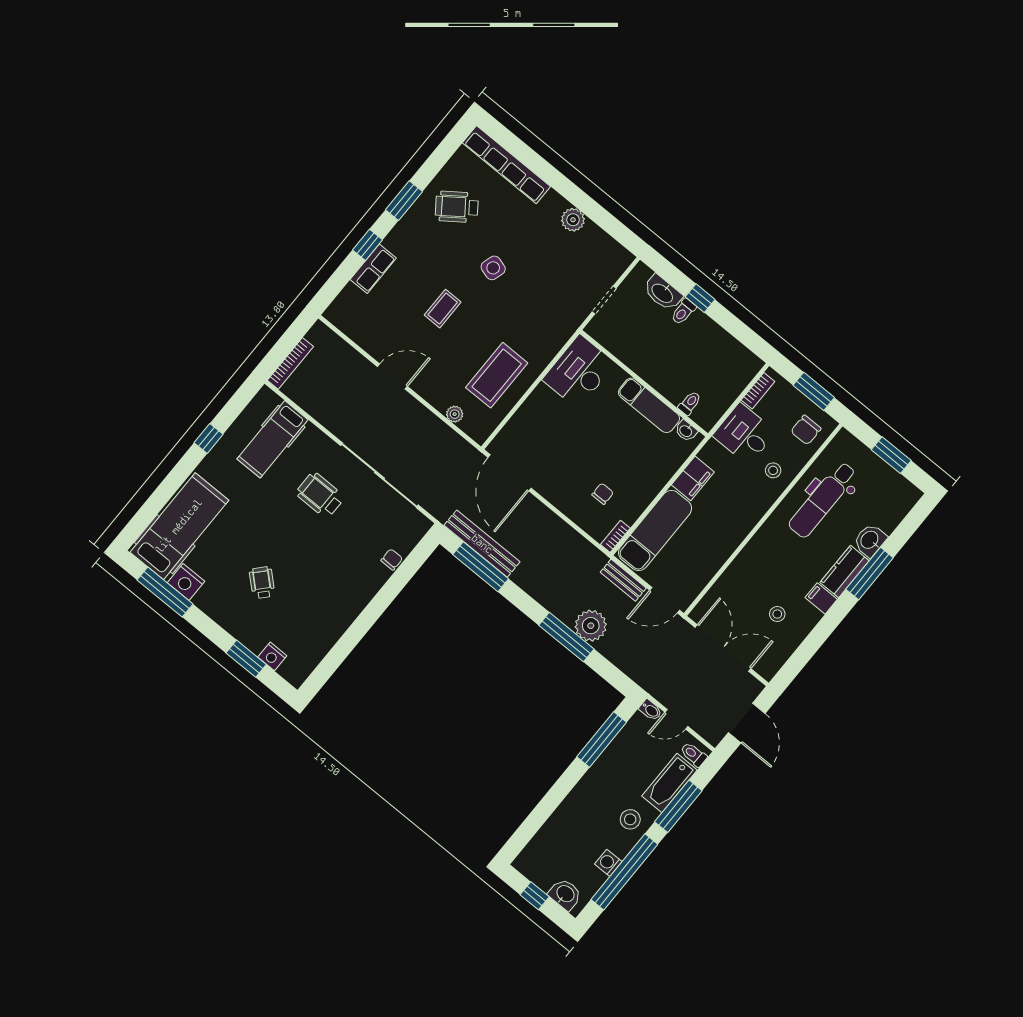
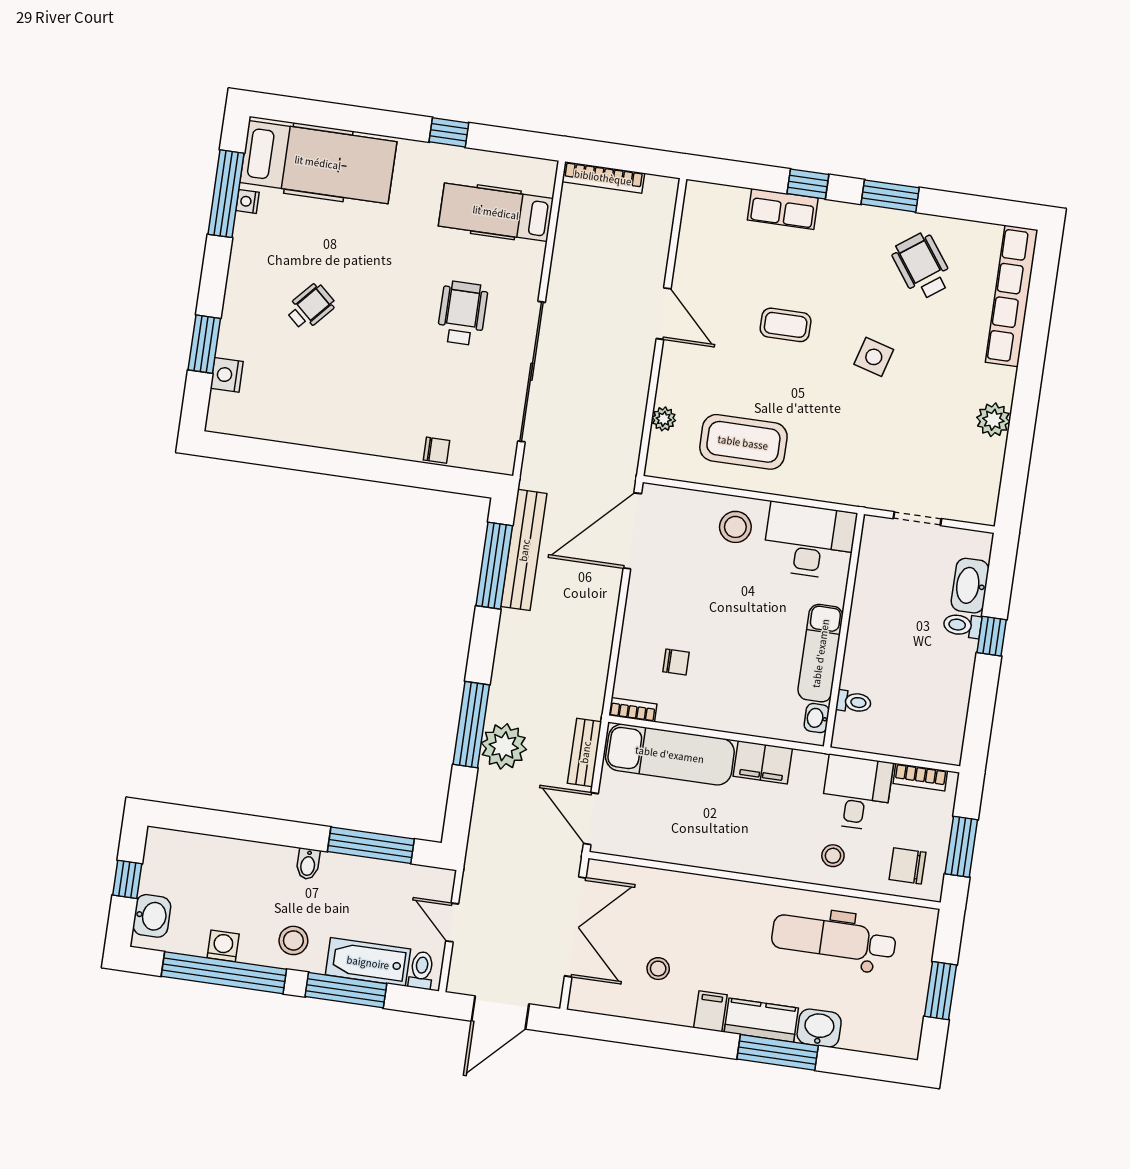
stool: (544, 410) -> (735, 527), added
nightstand: (186, 582) -> (248, 201), width x0.53, depth x0.56
bidet: (651, 710) -> (308, 864), moved

